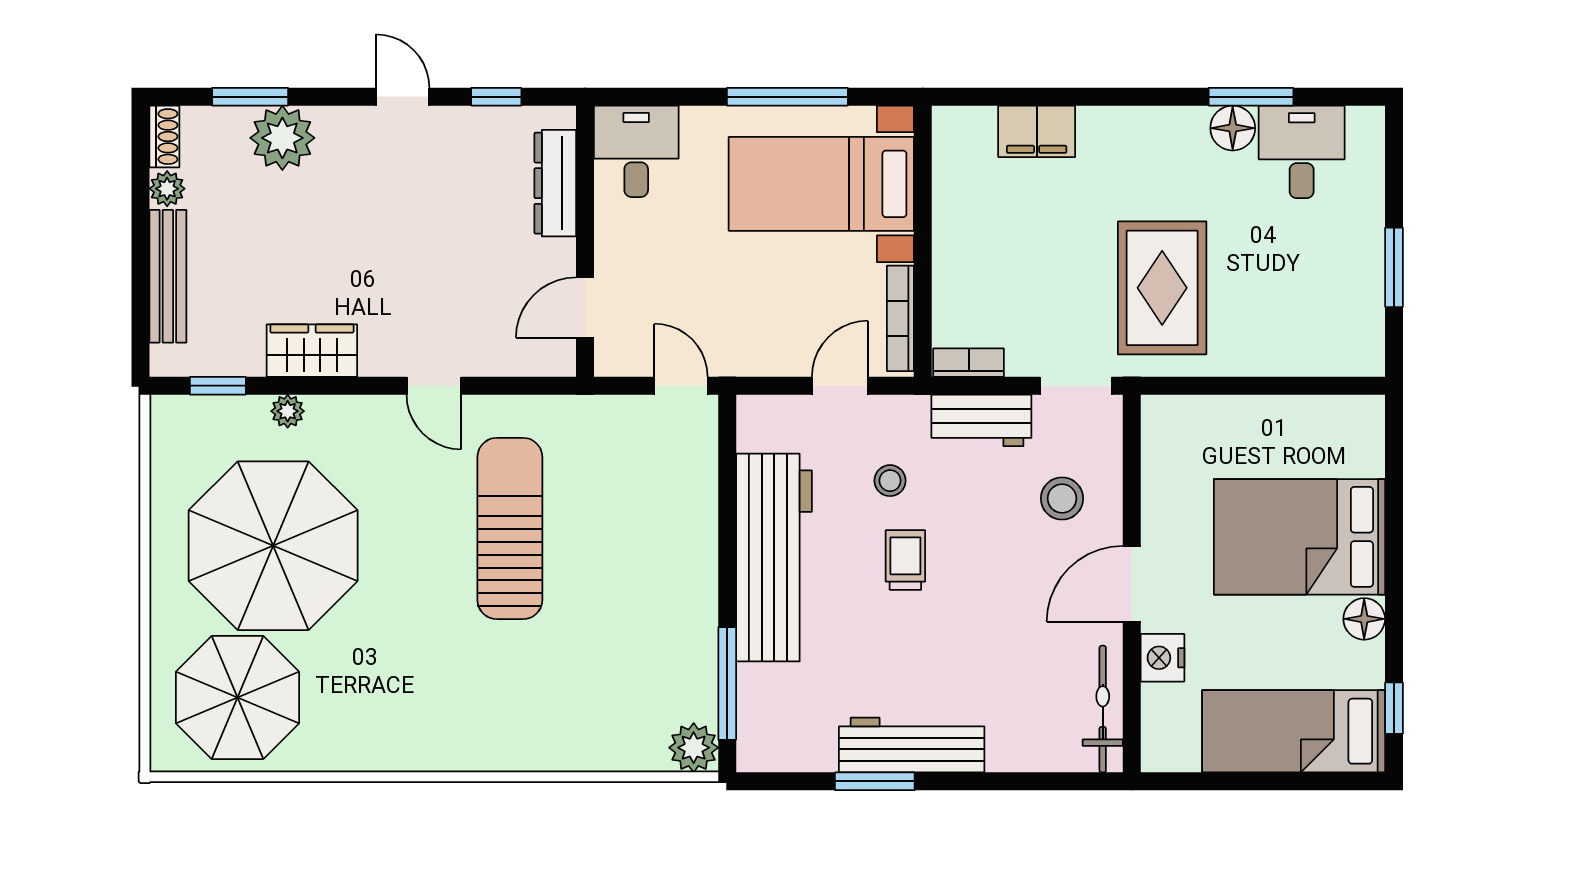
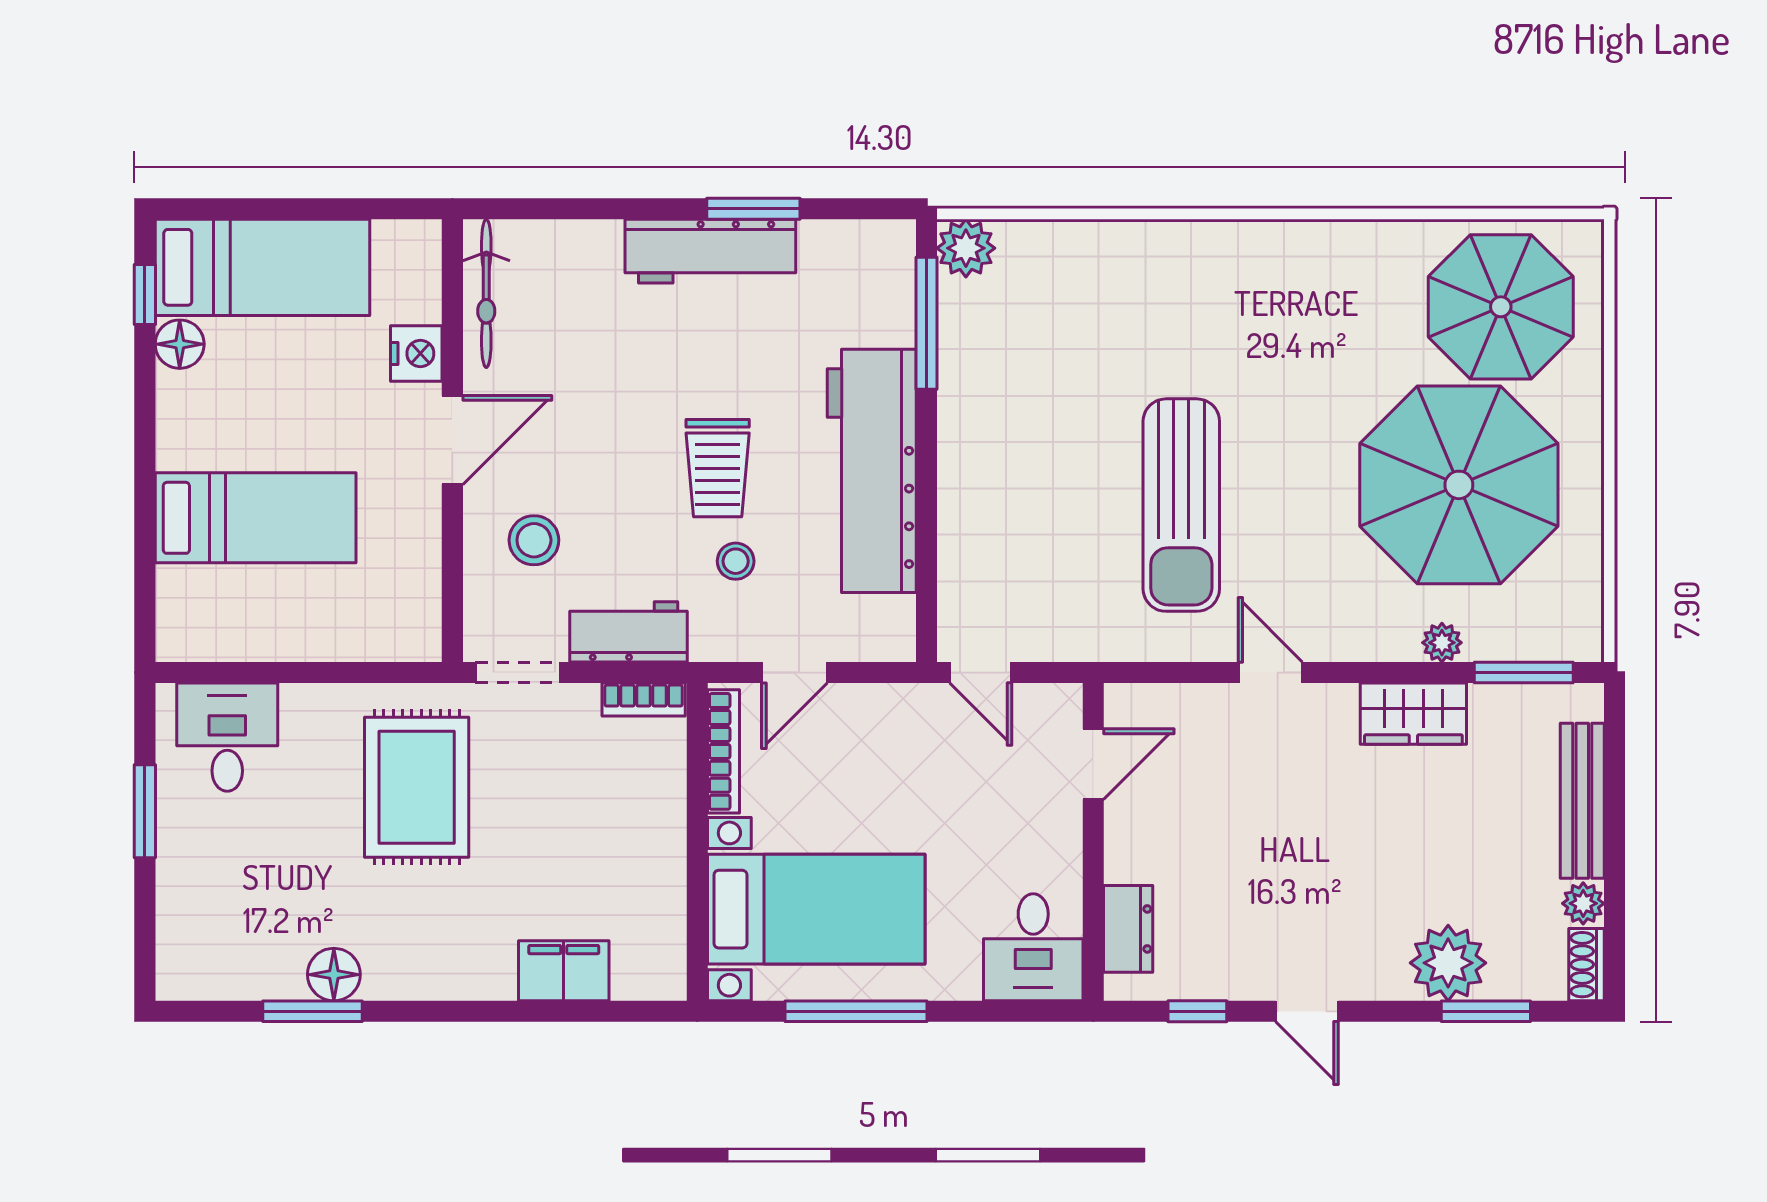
desk: (1302, 152) -> (227, 737), moved, turned 180
dresser: (555, 183) -> (1128, 929), width x0.70
window: (218, 386) -> (1524, 673), width x1.50
bed: (1299, 537) -> (256, 518), width x0.67
trolley: (905, 560) -> (718, 468), width x1.36, depth x1.39
floor lamp: (1364, 619) -> (180, 344), moved

